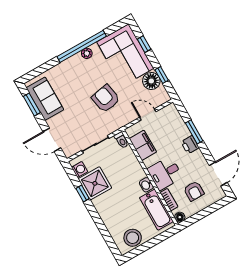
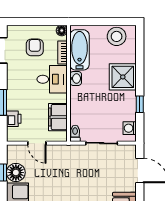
armchair: (106, 99) -> (68, 180), removed
printer: (190, 145) -> (14, 119), moved
shower: (95, 183) -> (123, 77), moved

